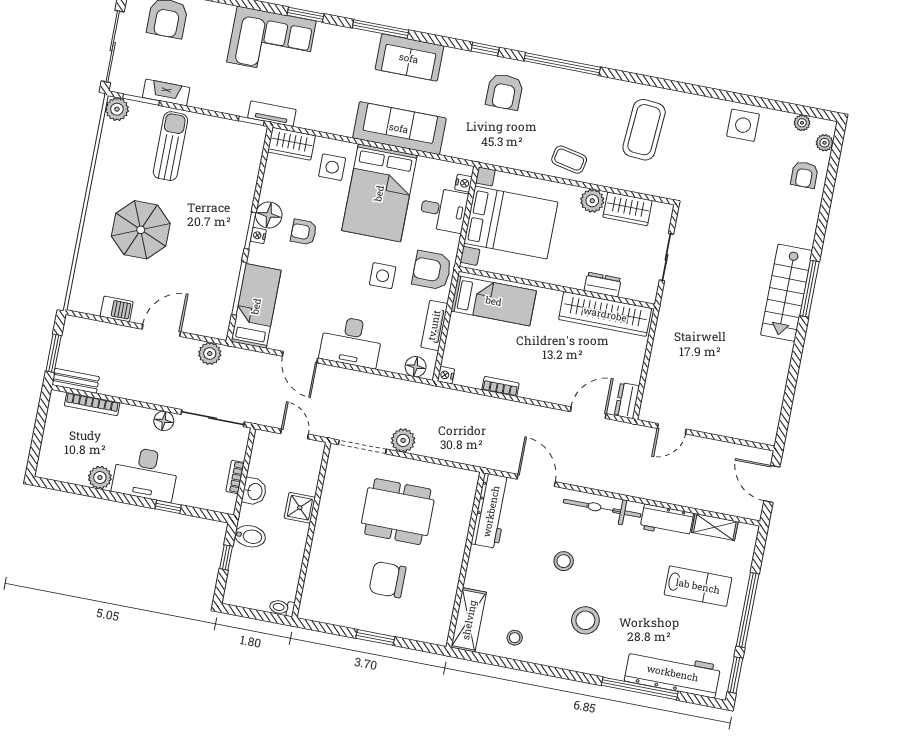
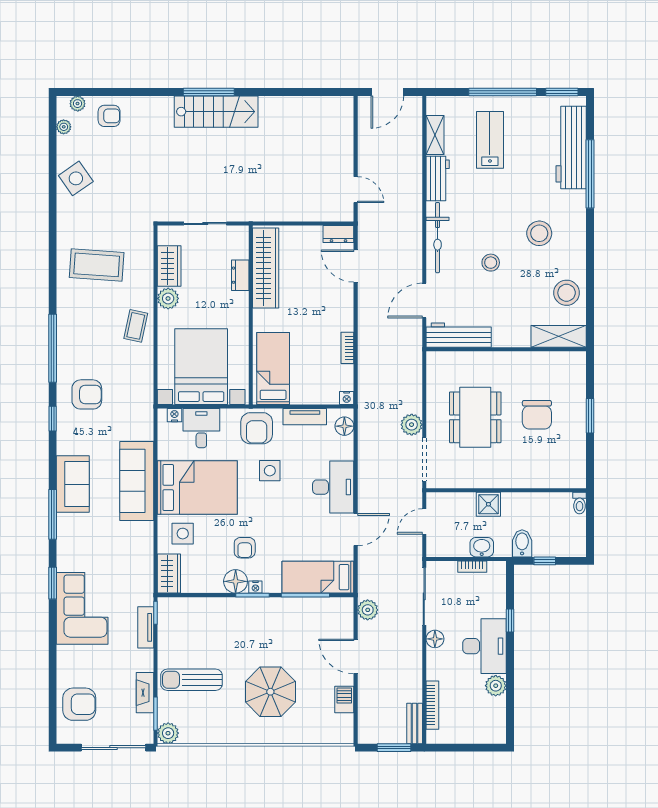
tv unit: (272, 114) -> (146, 627), moved
side table: (743, 125) -> (76, 178), turned -35
stool: (515, 638) -> (567, 293), width x1.89, depth x1.89

